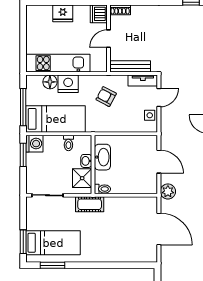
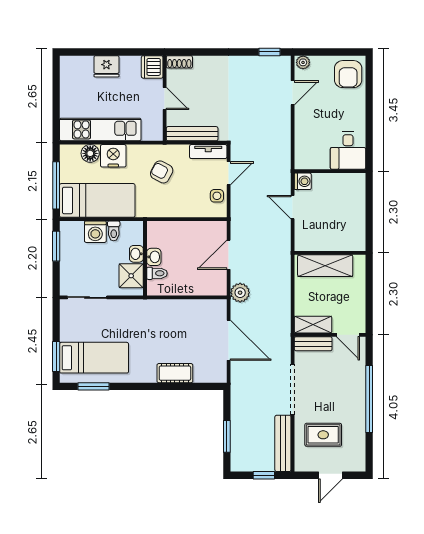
door: (108, 39) -> (165, 99), swing flipped
washing machine: (34, 144) -> (95, 232), moved, turned 90
washbasin: (102, 157) -> (154, 257), width x0.52, depth x0.69
door: (159, 162) -> (229, 255), swing flipped
toilet: (102, 189) -> (157, 273), moved
cot: (90, 204) -> (175, 373), moved

